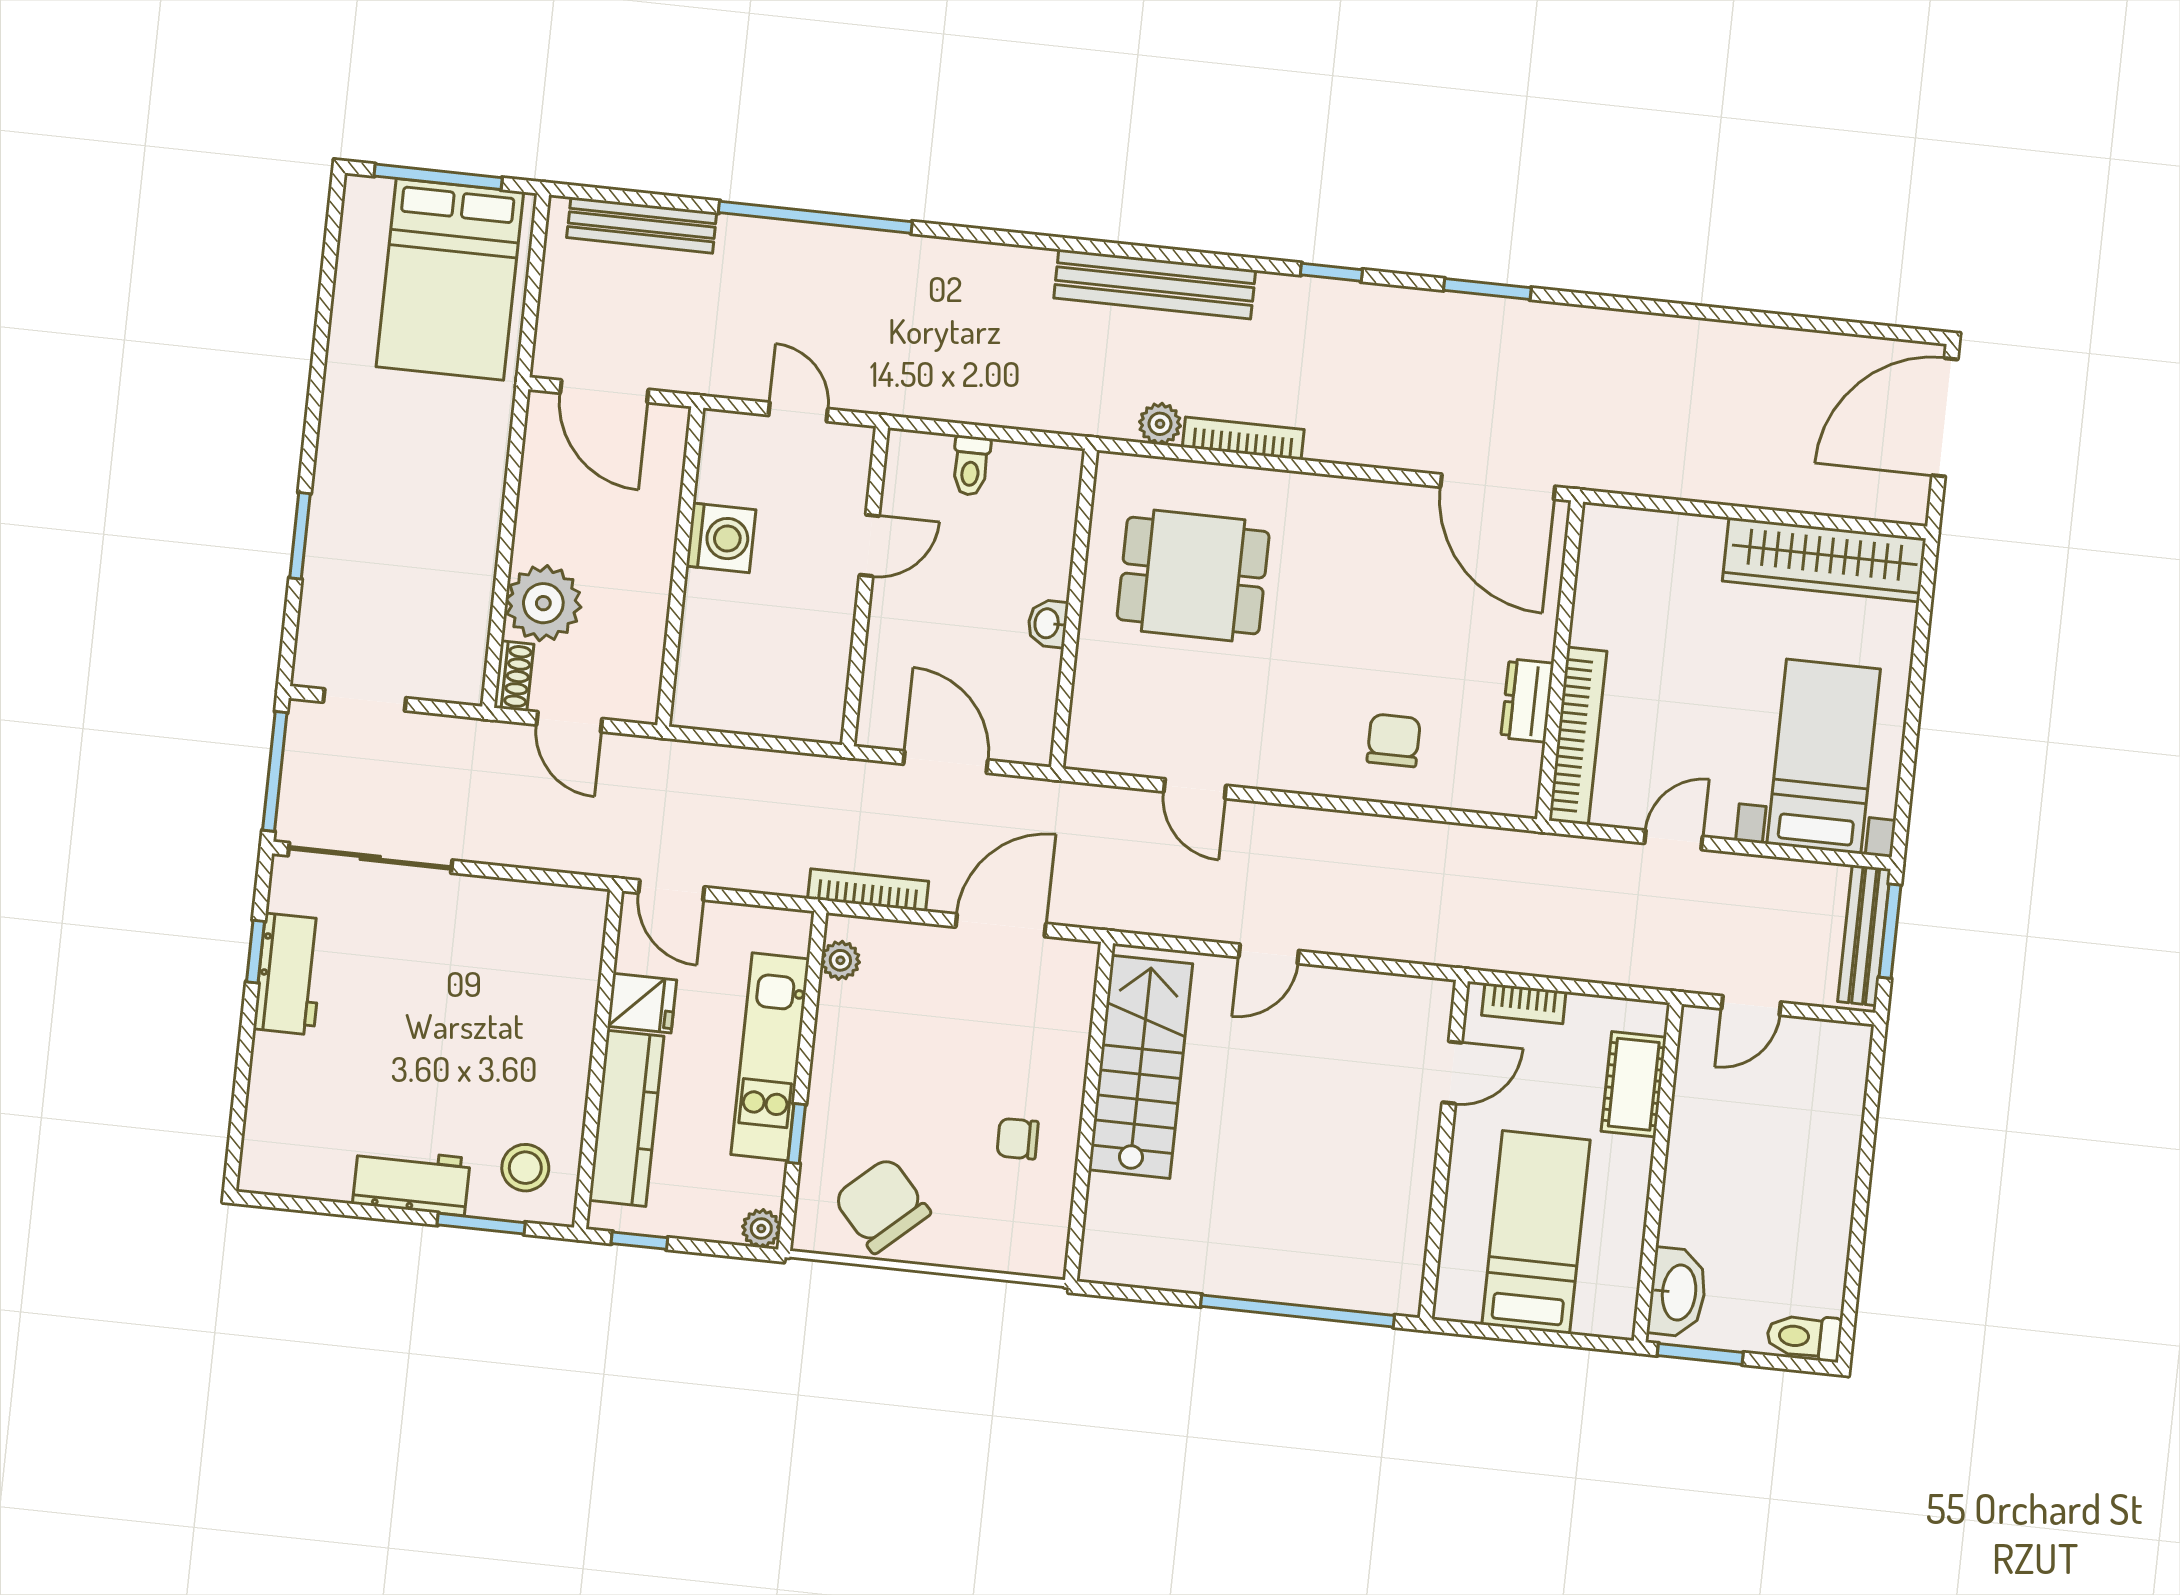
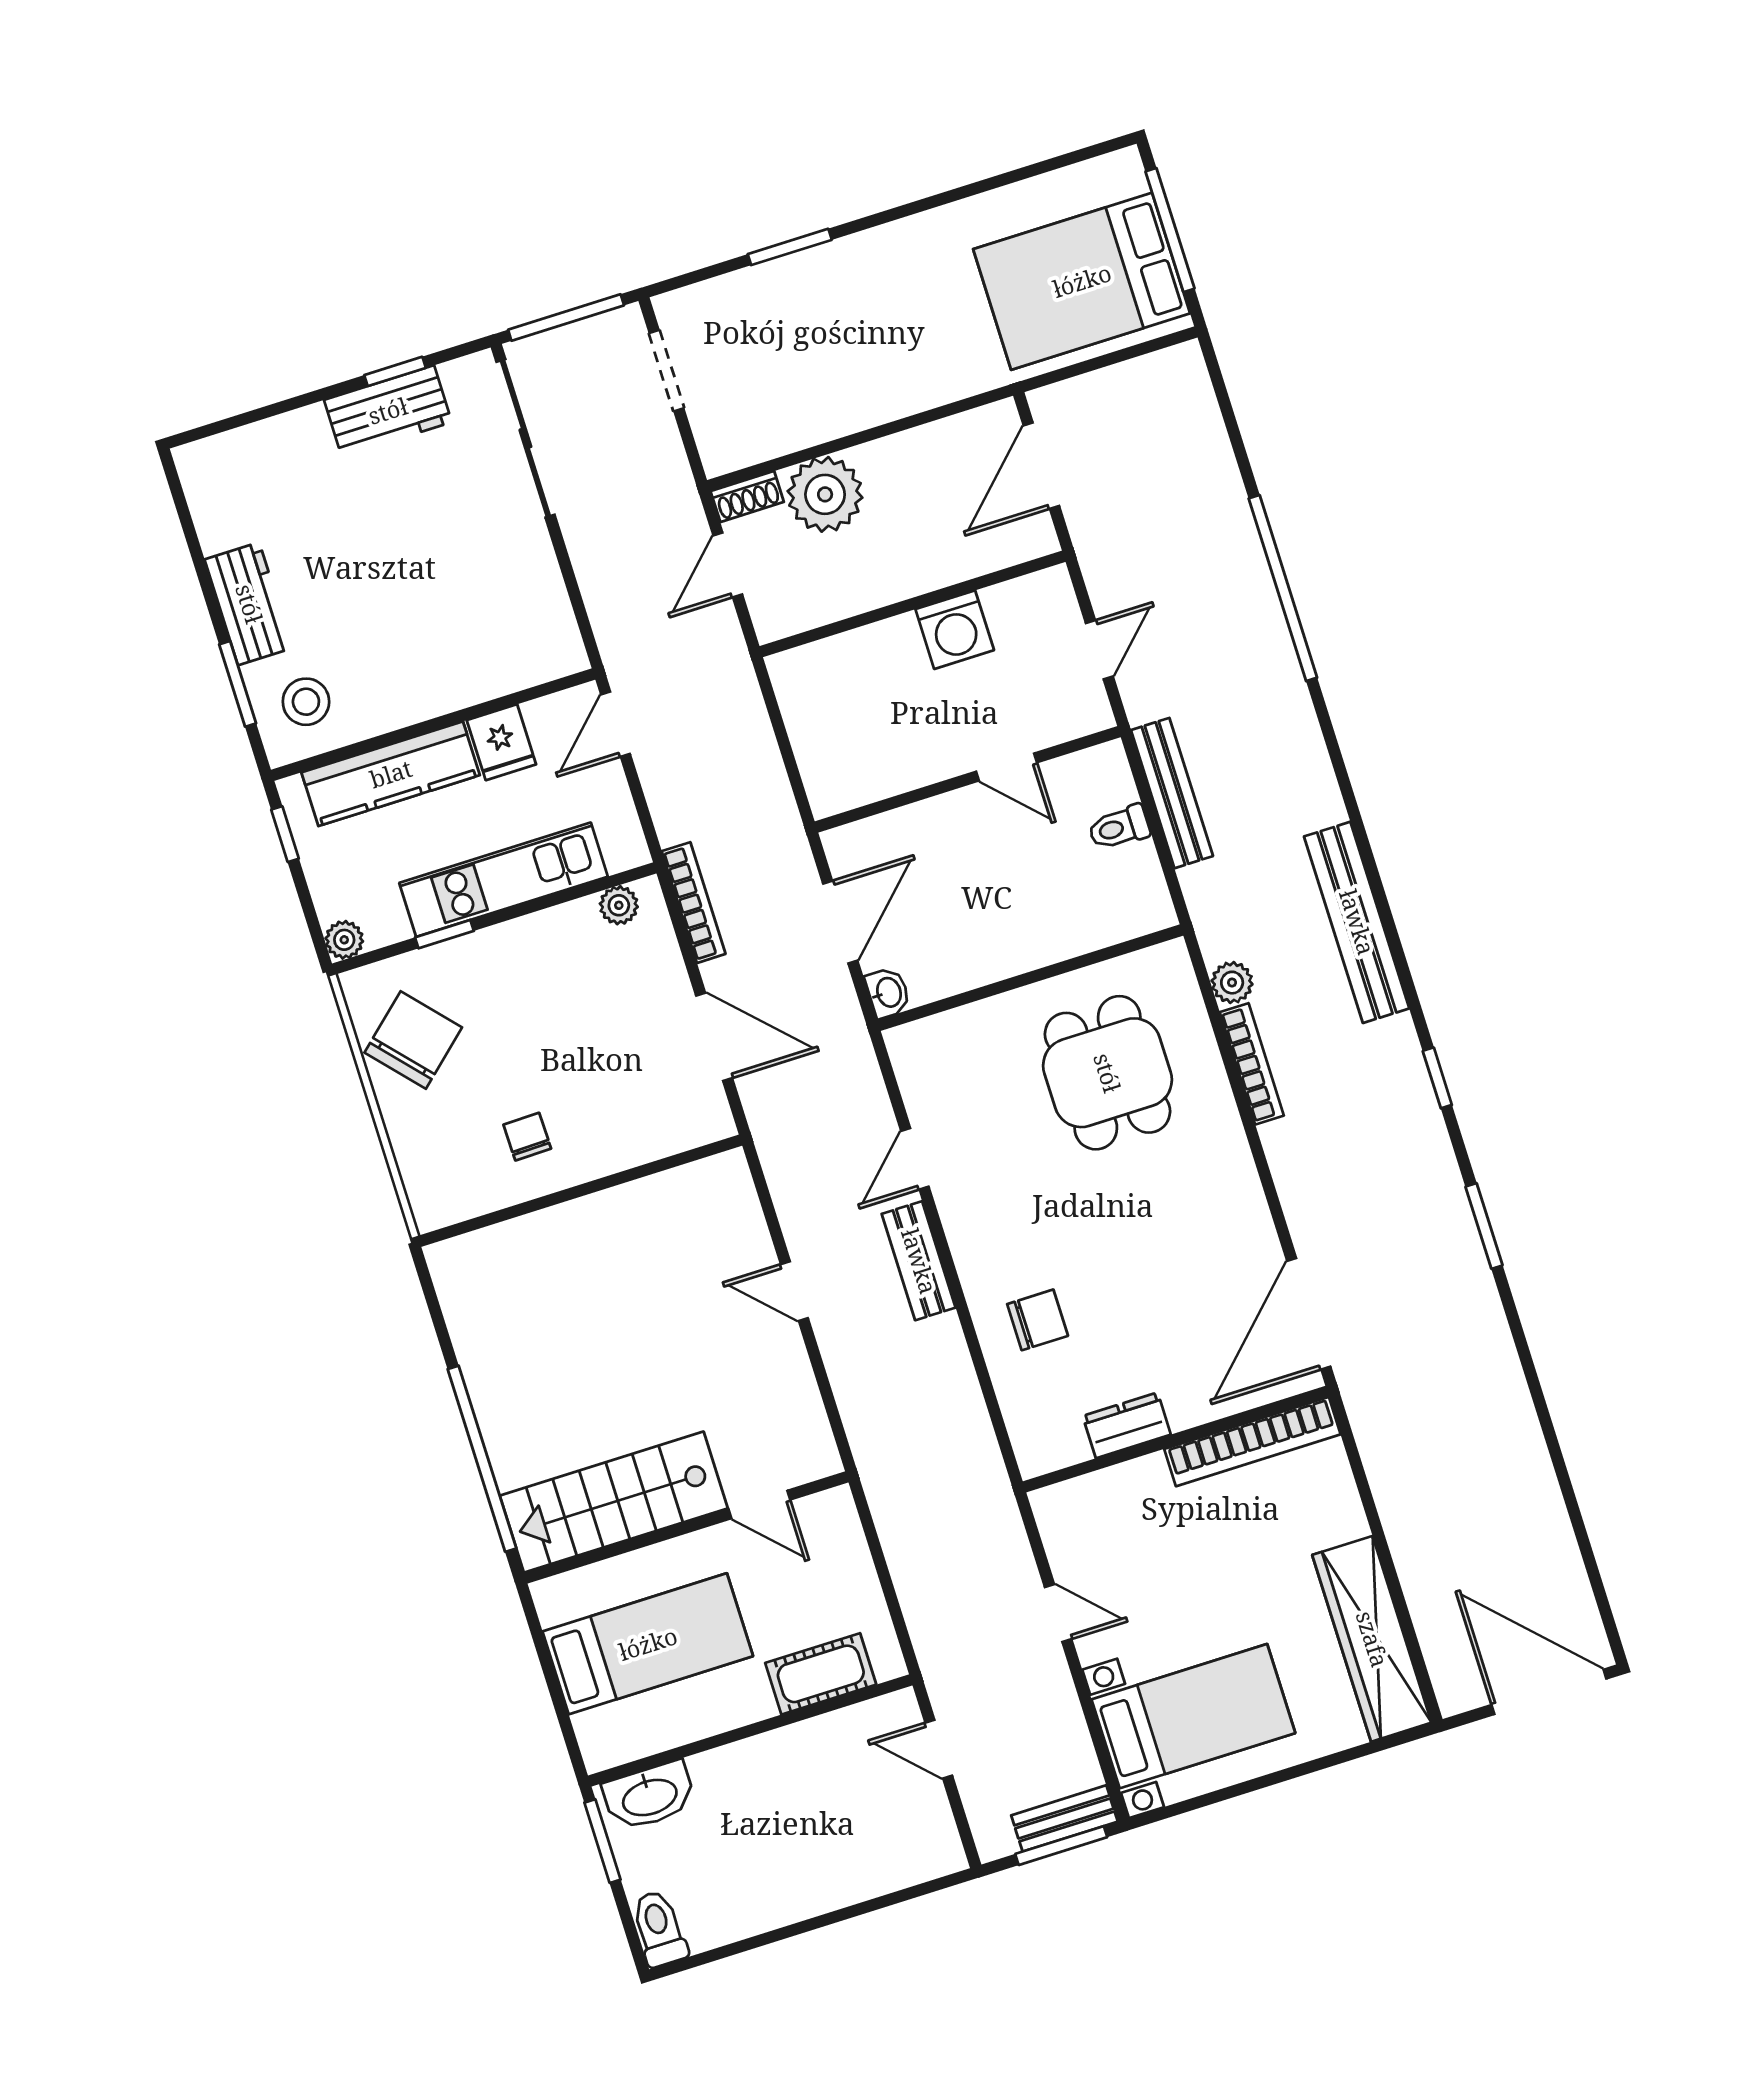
bench: (642, 225) -> (1172, 793), moved
washbasin: (1048, 623) -> (888, 993), moved, turned 90
bookcase: (1578, 736) -> (1252, 1442), moved
bench: (1291, 826) -> (919, 1261), added
bench: (1864, 935) -> (1064, 1818), width x0.73
bookcase: (1524, 1003) -> (850, 1542), removed
stairs: (1141, 1067) -> (614, 1502), moved, turned 180

